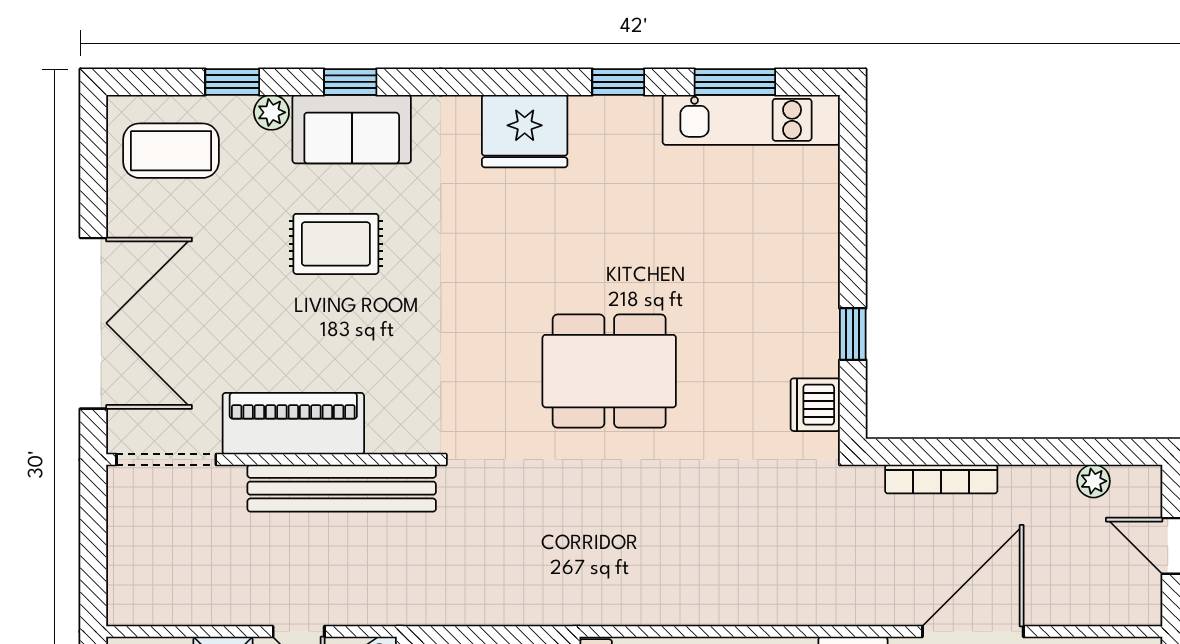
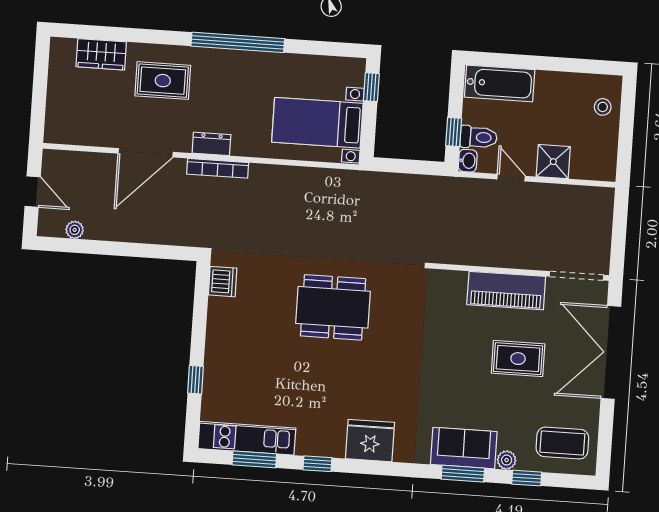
window: (350, 82) -> (463, 474), width x1.50
rug: (336, 244) -> (518, 359), moved
window: (853, 334) -> (195, 380), moved
bookcase: (941, 479) -> (218, 168), moved, turned 180
bench: (342, 488) -> (482, 254), removed

